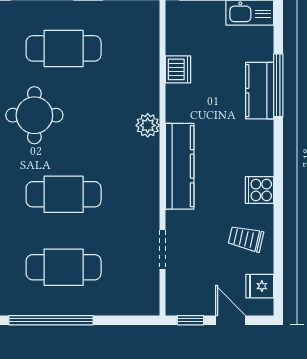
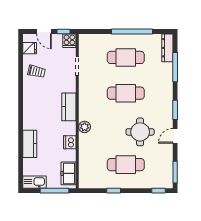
freezer: (181, 30) -> (68, 173), added
dishwasher: (178, 69) -> (70, 142), moved
window: (278, 85) -> (21, 147), removed
kitchen counter: (180, 166) -> (69, 107), width x0.67
cooker: (260, 190) -> (69, 41), moved, turned 90

